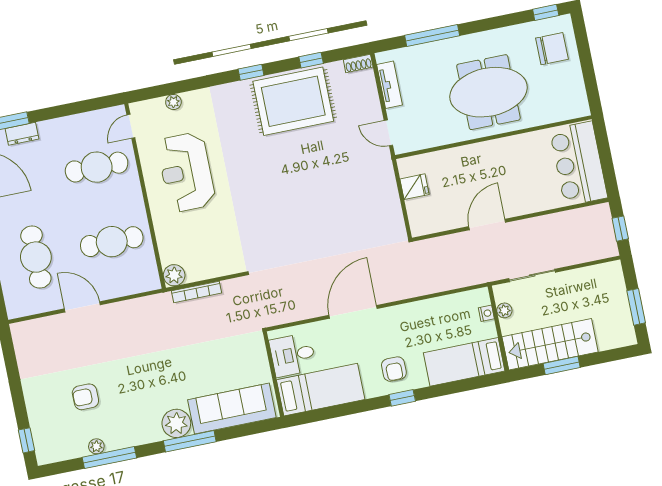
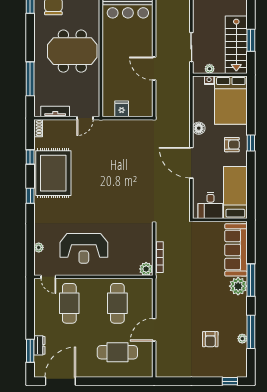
meeting table: (488, 92) -> (72, 51), turned 90
floor lamp: (409, 312) -> (199, 128), added
bed: (464, 362) -> (231, 100), width x1.50

